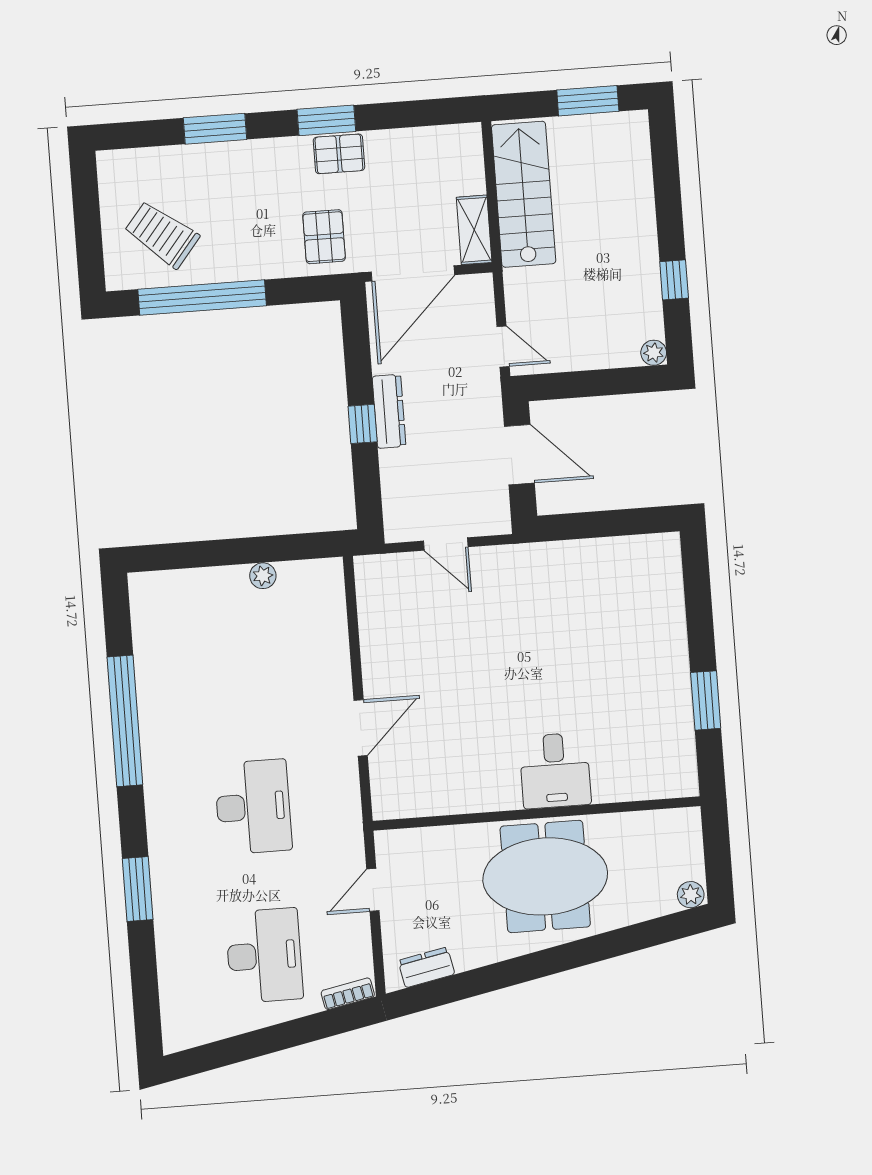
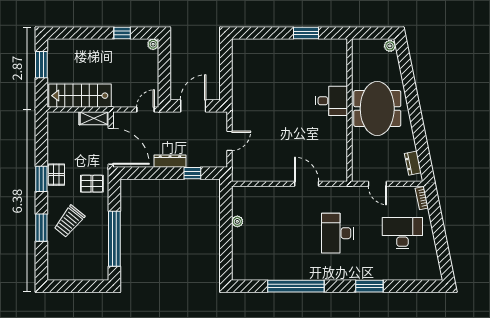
trolley: (162, 234) -> (69, 221), moved
window: (363, 424) -> (192, 173), moved
desk: (253, 807) -> (337, 233), turned -90

